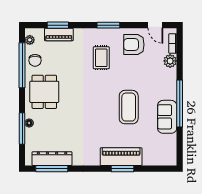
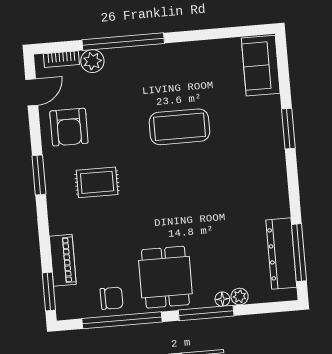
window: (58, 25) -> (49, 292), moved
plant: (30, 40) -> (240, 296), moved
dining table: (44, 92) -> (165, 277), turned 90
window: (180, 104) -> (123, 42), moved
sofa: (167, 117) -> (261, 66), moved, turned 90
window: (22, 129) -> (206, 313), moved
piano: (121, 157) -> (268, 133), removed

